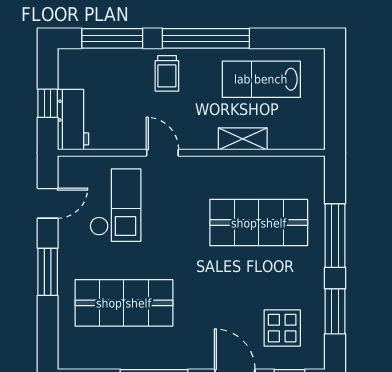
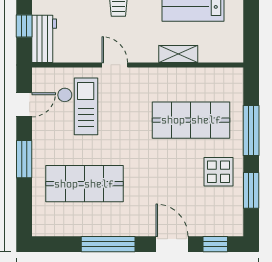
display table: (282, 328) -> (218, 172), moved

